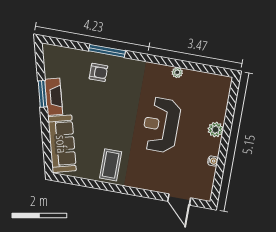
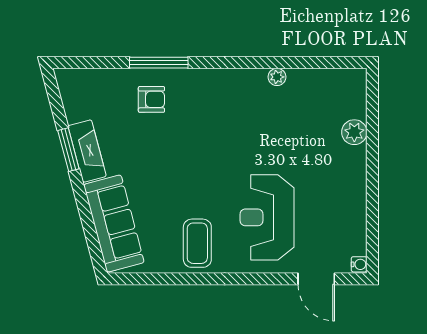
reception desk: (161, 125) -> (267, 217), moved
plant: (216, 130) -> (354, 132), moved
water cooler: (213, 161) -> (359, 264), moved

